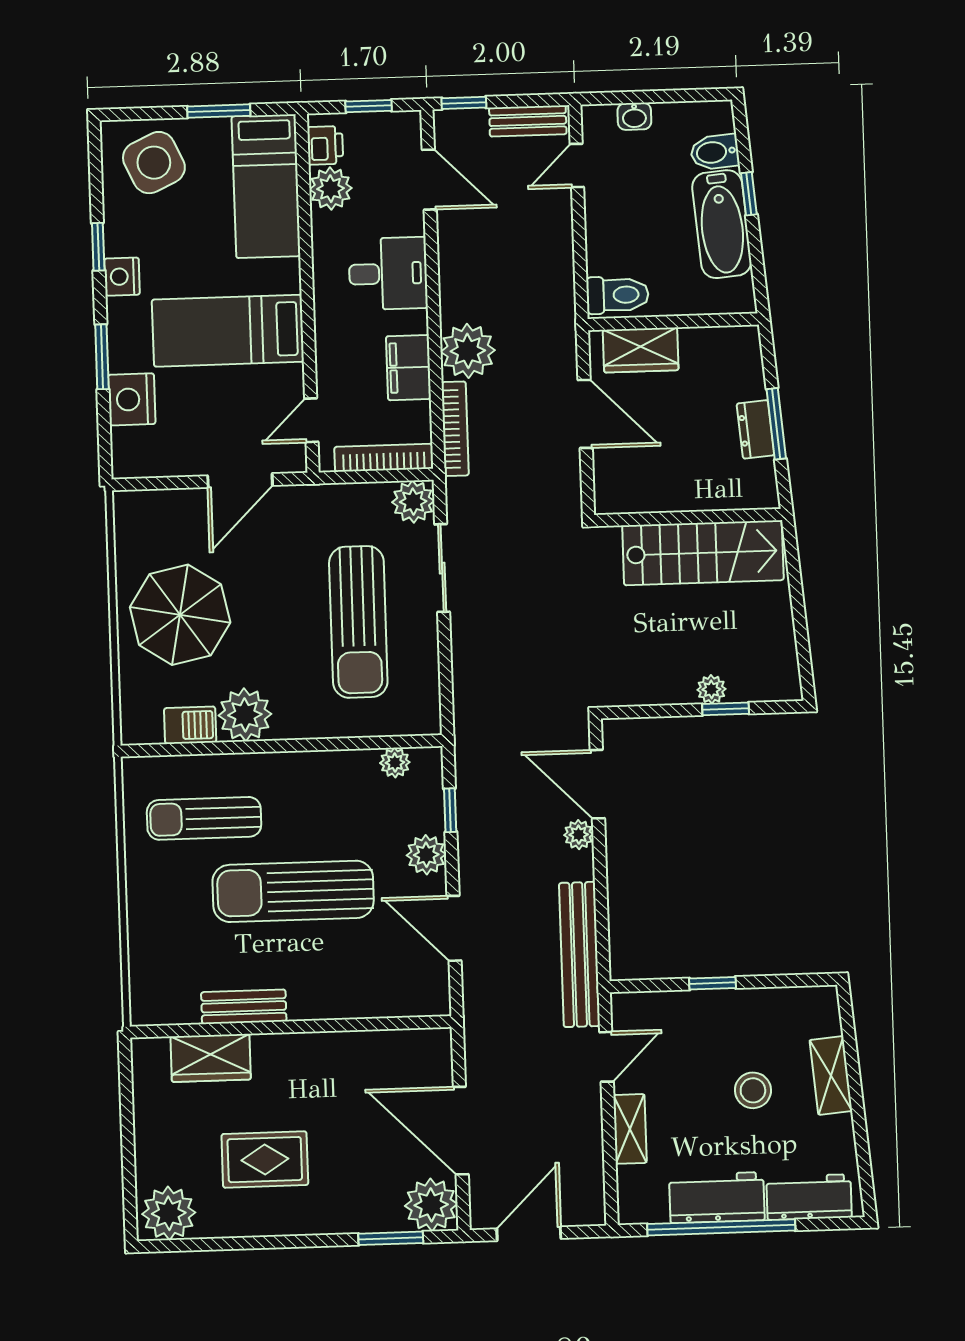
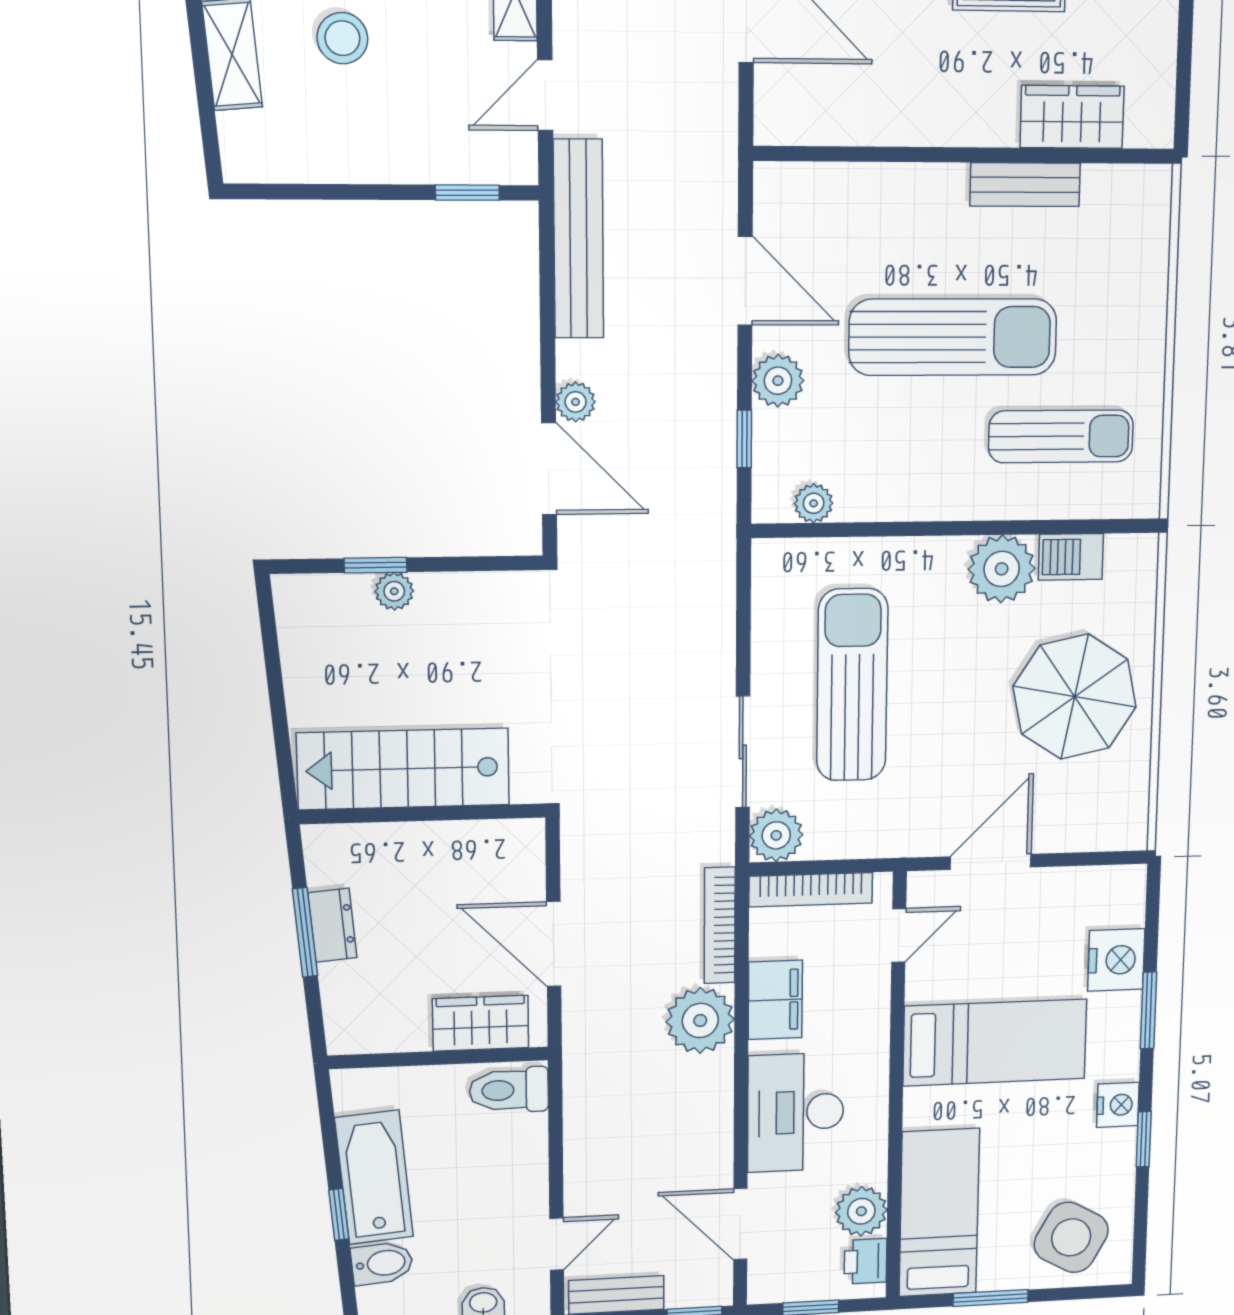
side table: (154, 163) -> (1071, 1237), turned -36
desk: (388, 274) -> (796, 1112), width x1.37
window: (712, 983) -> (467, 193), moved

